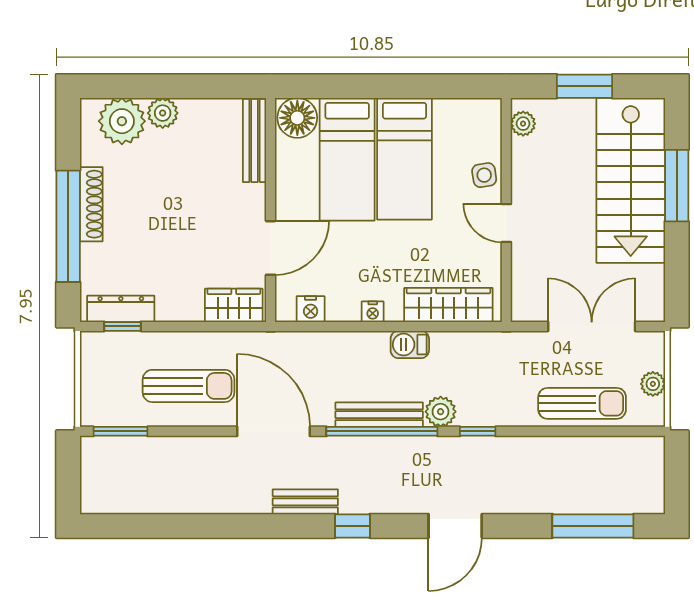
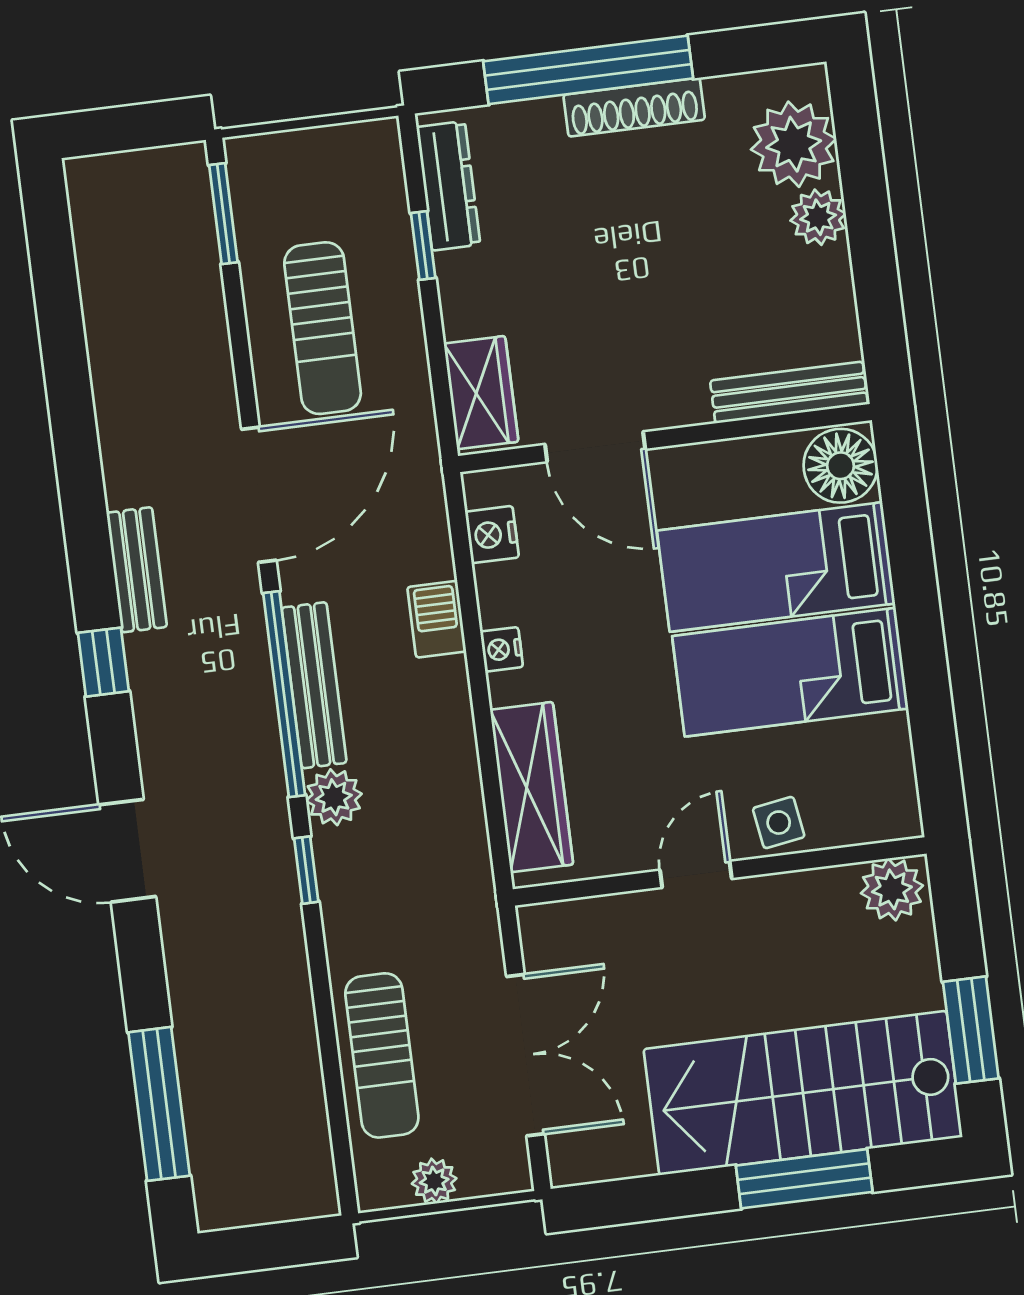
window: (585, 86) -> (971, 1030), moved
plant: (523, 124) -> (892, 889), width x1.38, depth x1.38
window: (123, 326) -> (423, 245), moved
barbecue: (410, 345) -> (437, 619), moved

